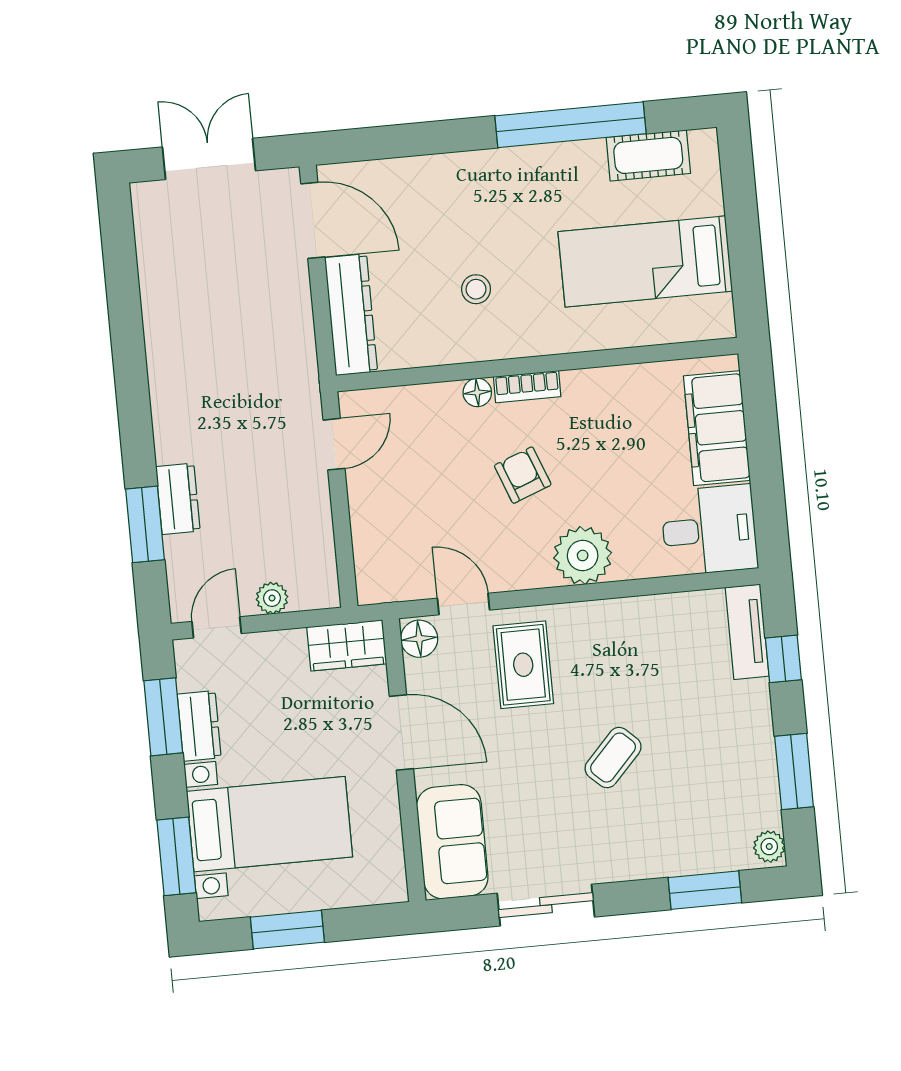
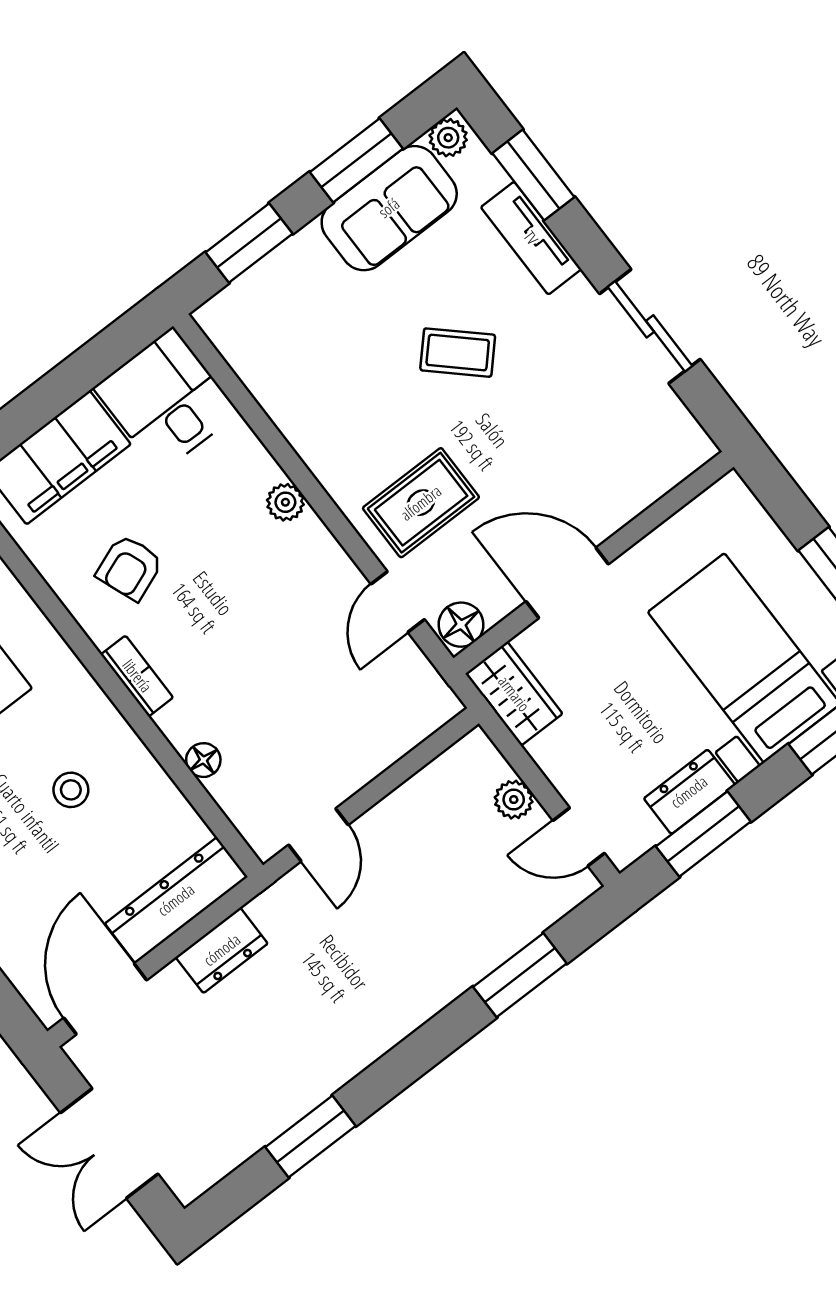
window: (124, 304) -> (310, 1136), added
floor lamp: (477, 392) -> (203, 760), moved
door: (334, 444) -> (318, 835), swing flipped
armchair: (523, 475) -> (130, 568), moved
dresser: (178, 499) -> (222, 950), moved, turned 180
plant: (583, 555) -> (285, 502), width x0.53, depth x0.53
tv unit: (747, 632) -> (531, 238), moved, turned 90
window: (783, 659) -> (249, 243), width x1.50
door: (401, 733) -> (567, 583), hinge flipped
sofa: (452, 842) -> (389, 208), moved, turned 180

